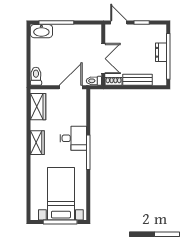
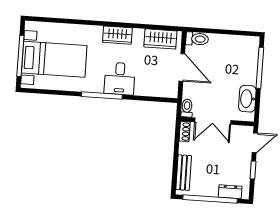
washbasin: (41, 31) -> (247, 99), moved
dresser: (161, 52) -> (230, 192), moved
bench: (137, 80) -> (184, 173), moved
door: (71, 87) -> (182, 67), moved

